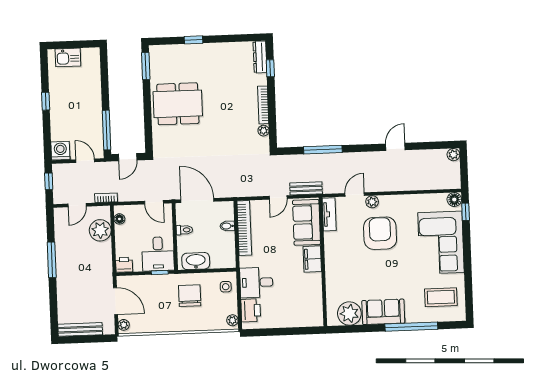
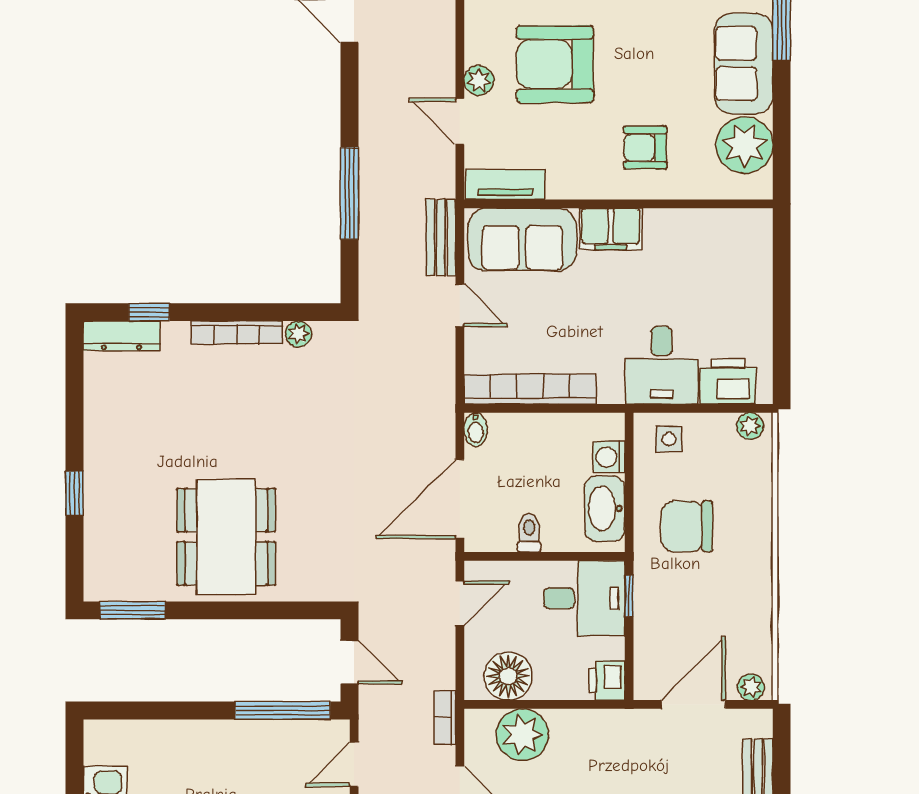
floor lamp: (119, 219) -> (508, 676), width x1.89, depth x1.89
bidet: (227, 226) -> (476, 430), moved
washing machine: (217, 262) -> (609, 457), added
armchair: (347, 272) -> (645, 148), added

